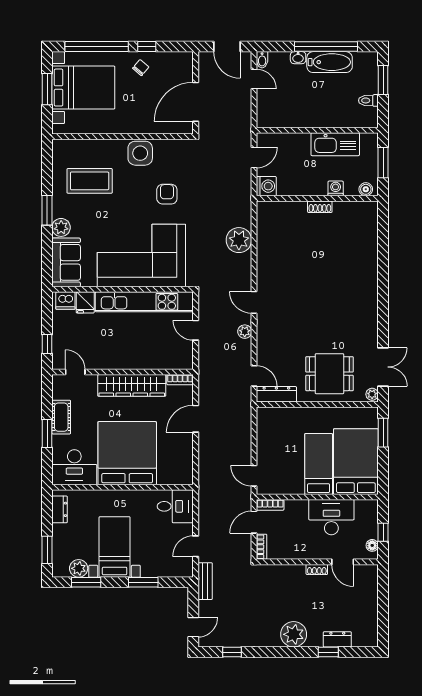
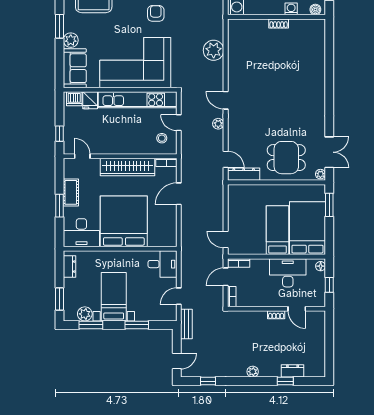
stool: (174, 350) -> (162, 138), added
floor lamp: (372, 545) -> (321, 266), moved
plant: (294, 634) -> (253, 372), width x0.53, depth x0.53

